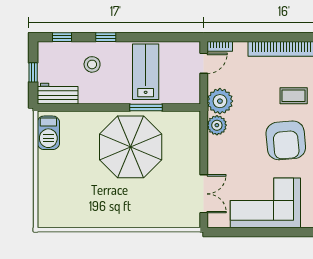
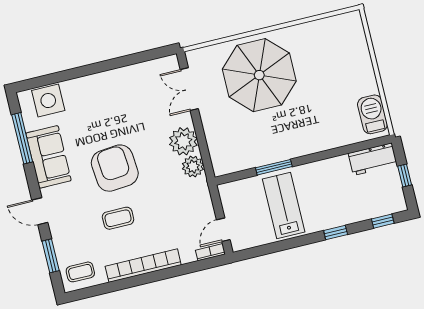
stool: (92, 64) -> (343, 199), removed
lab bench: (146, 72) -> (284, 206), turned 180
plant: (220, 101) -> (183, 141), moved
parasol: (131, 147) -> (259, 75), moved
corner sofa: (265, 203) -> (120, 95), removed

